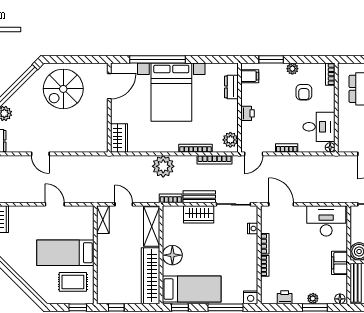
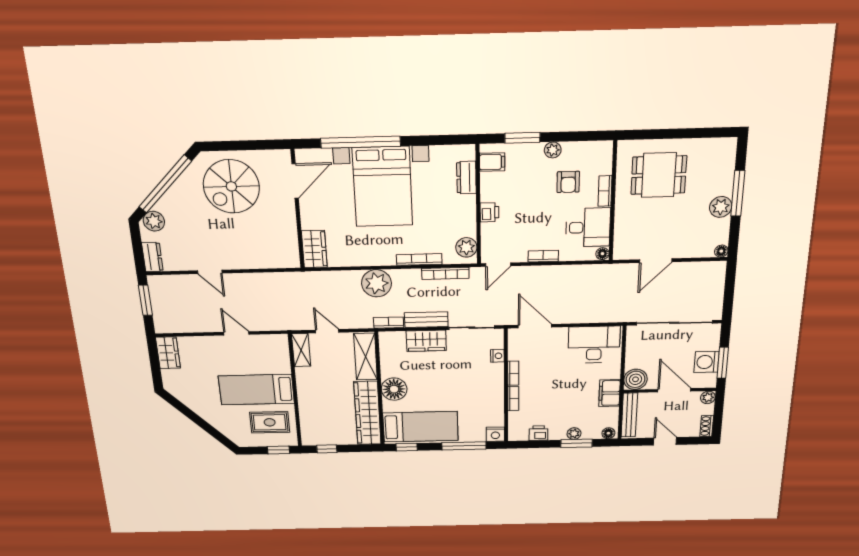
bookcase: (330, 74) -> (605, 191), moved

